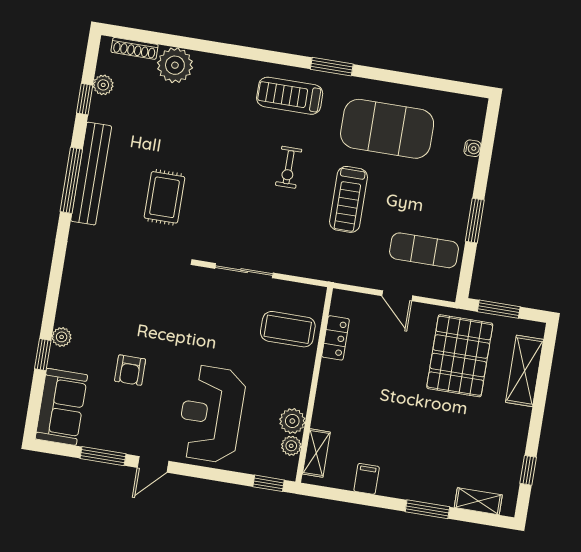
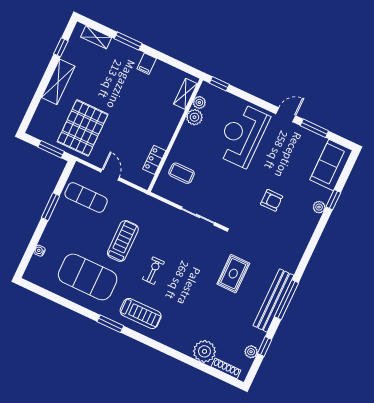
coffee table: (288, 329) -> (182, 173), width x0.73, depth x0.77
armchair: (130, 370) -> (272, 200), moved, turned 90
shelving: (524, 371) -> (58, 82), moved
reception desk: (211, 414) -> (242, 135), turned 180
filing cabinet: (367, 479) -> (147, 64), moved

